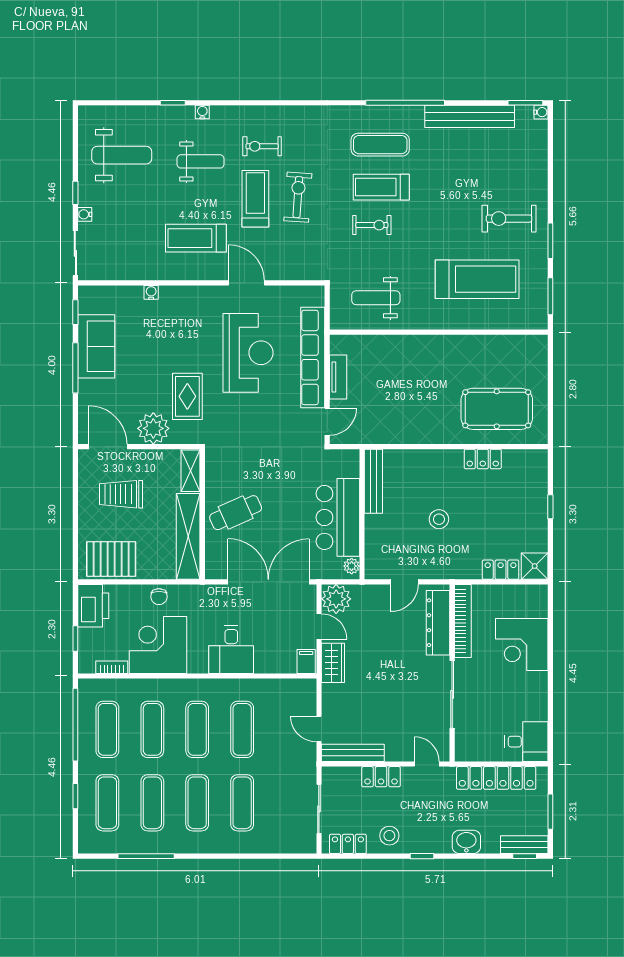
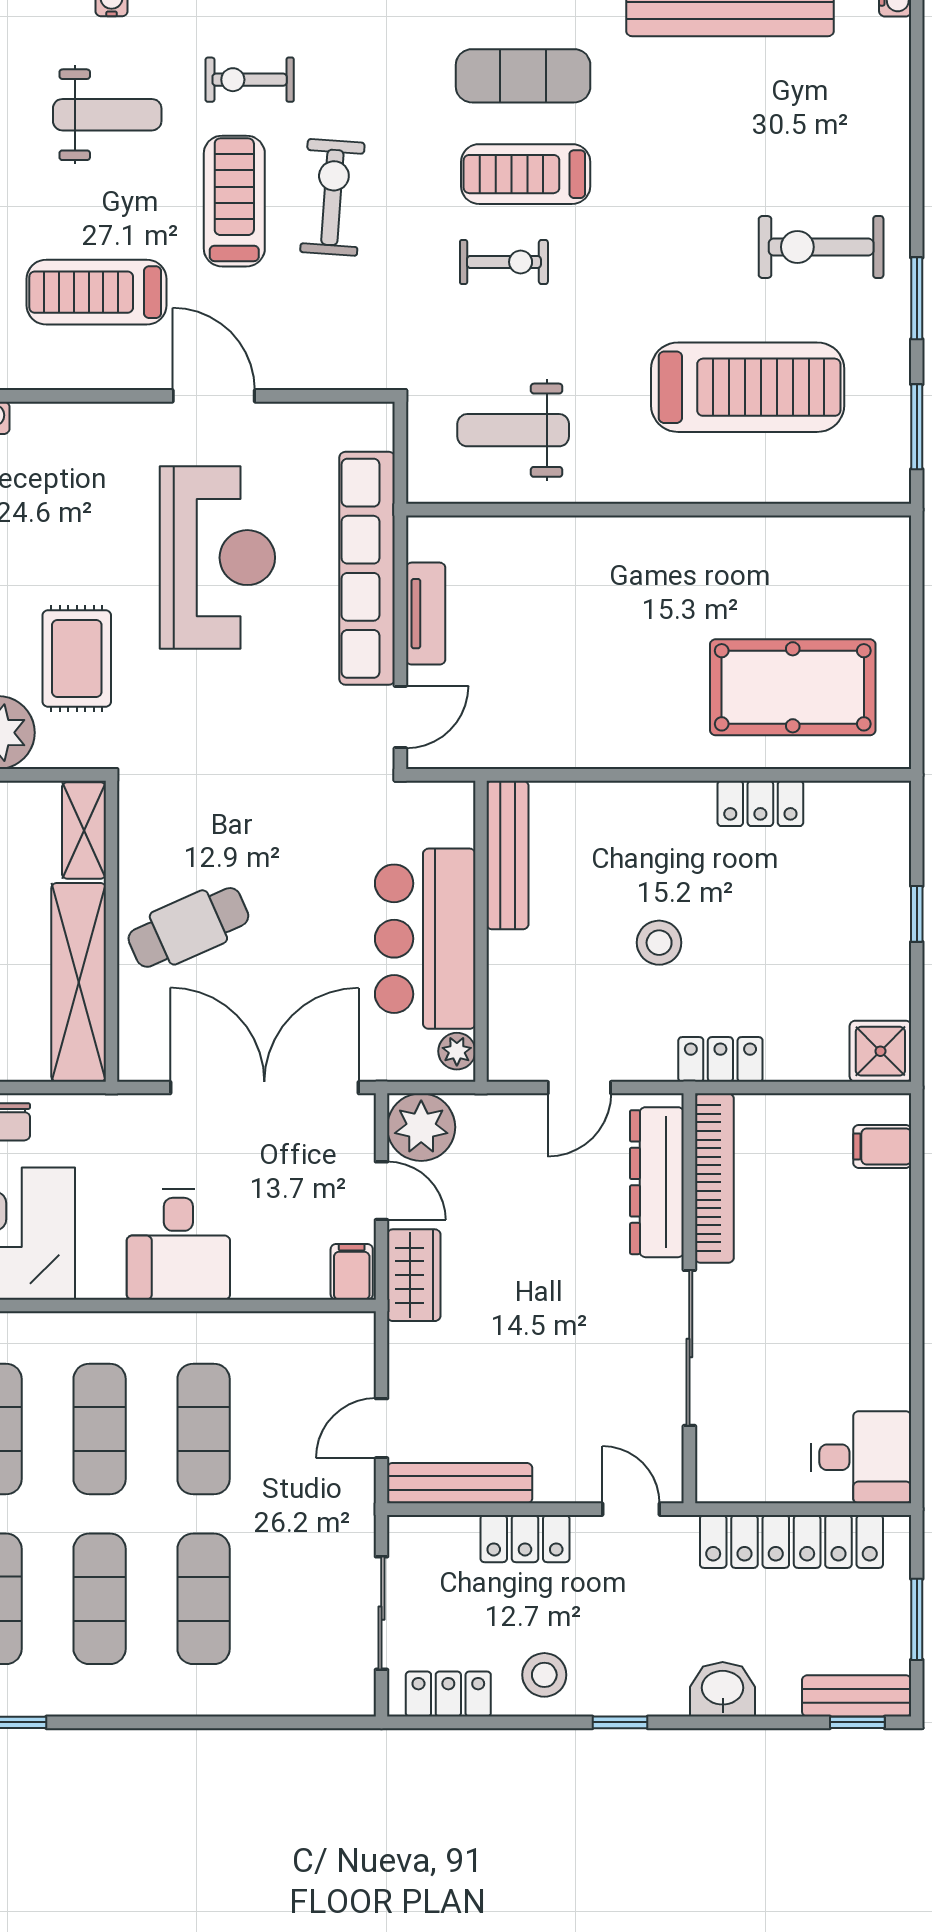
locker: (501, 570) -> (720, 1059), moved
filing cabinet: (535, 607) -> (882, 1146), added
corner desk: (522, 644) -> (851, 1232), removed
door: (319, 729) -> (381, 1428), hinge flipped

